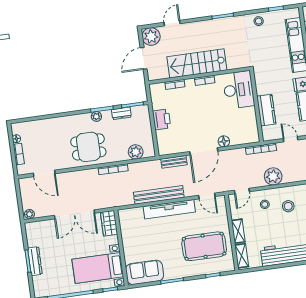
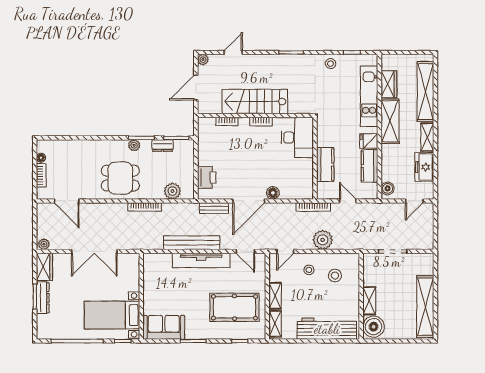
plant: (151, 37) -> (203, 60), width x0.53, depth x0.53
printer: (162, 119) -> (207, 177), moved
wardrobe: (109, 223) -> (44, 267), moved, turned 180

